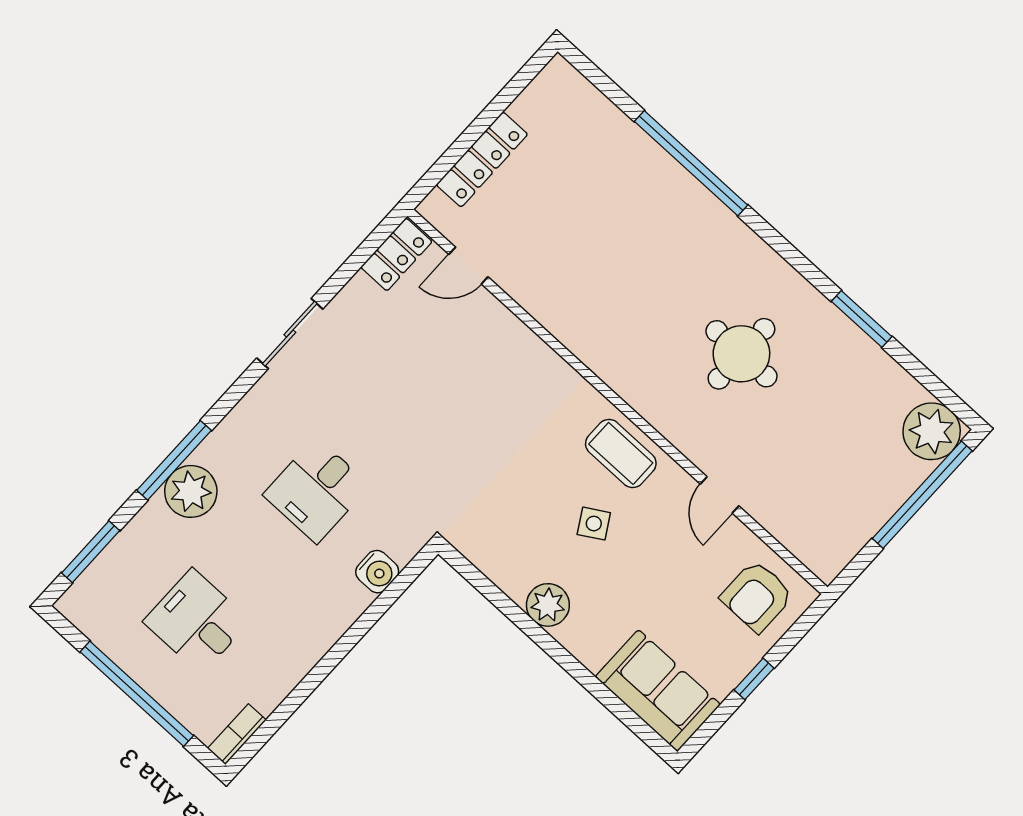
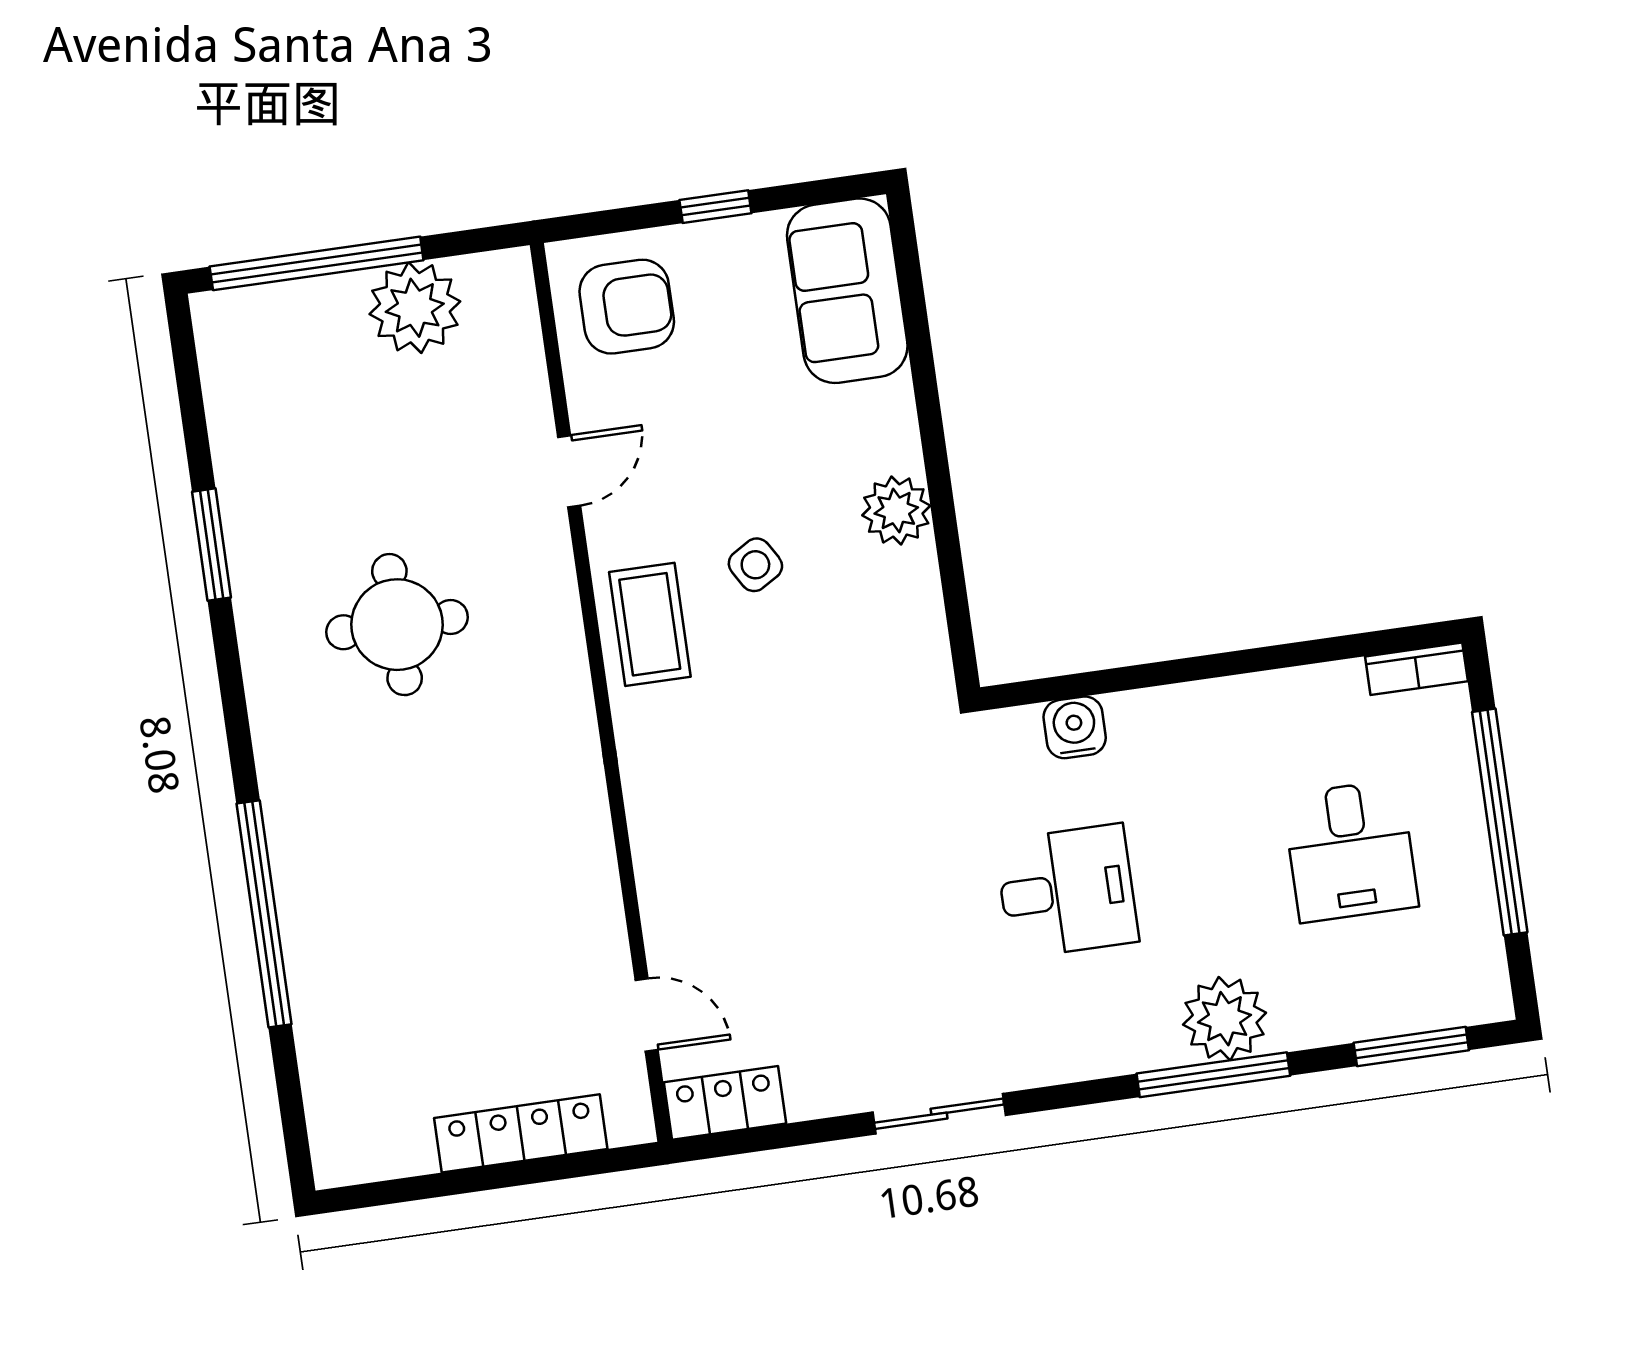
plant: (932, 431) -> (415, 308), moved

